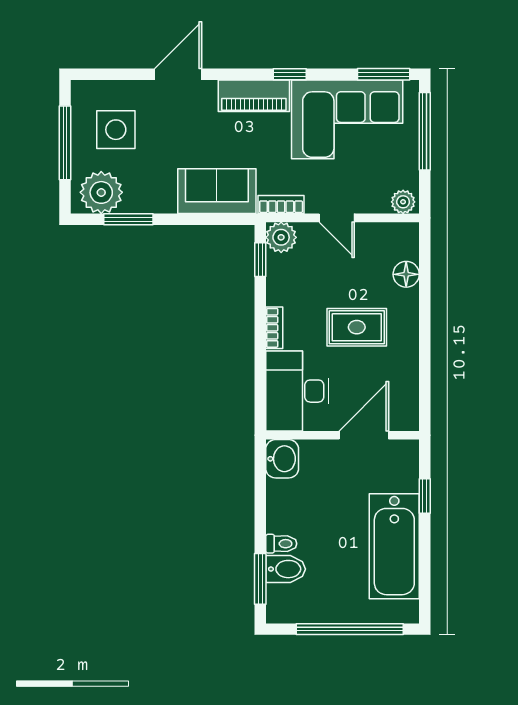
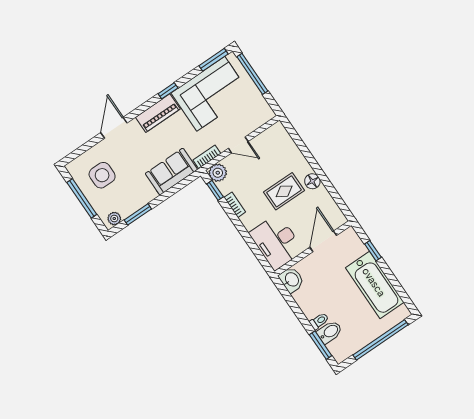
plant: (101, 192) -> (114, 219), width x0.53, depth x0.53
plant: (403, 202) -> (265, 115), removed
floor lamp: (406, 274) -> (312, 181), moved
bookcase: (274, 328) -> (235, 205), moved

